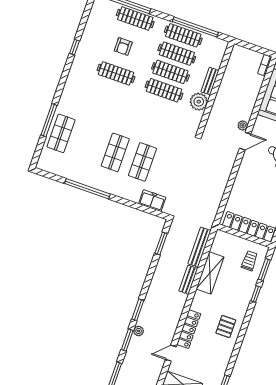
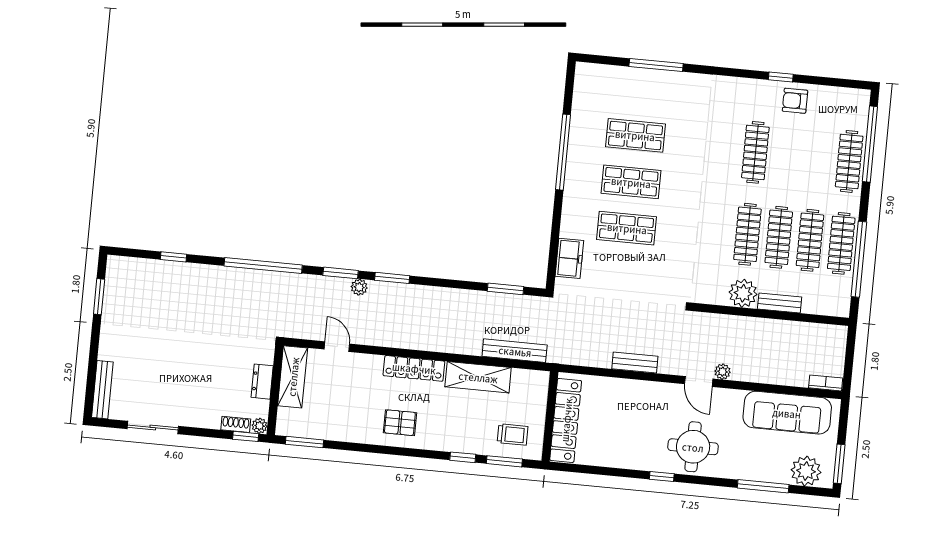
armchair: (123, 47) -> (795, 101), moved
shop shelf: (61, 133) -> (635, 135), moved
bench: (188, 280) -> (635, 363), moved
locker: (189, 329) -> (414, 368), moved

